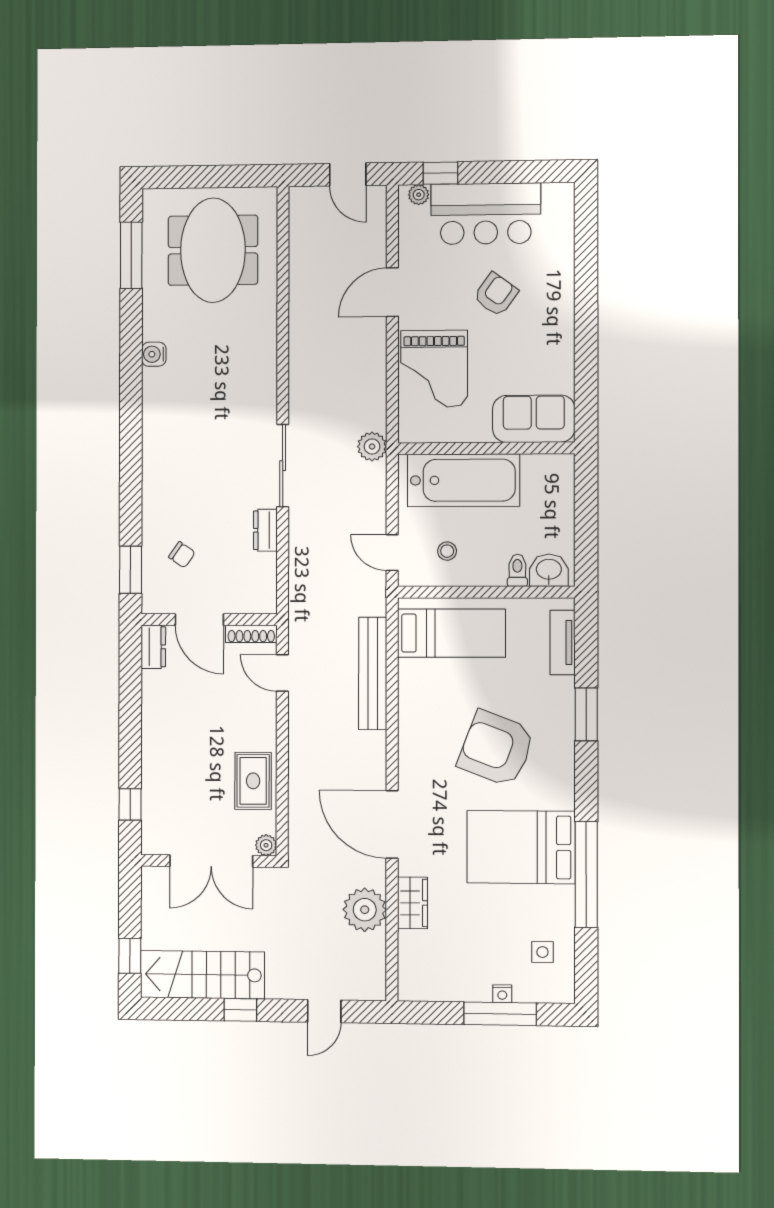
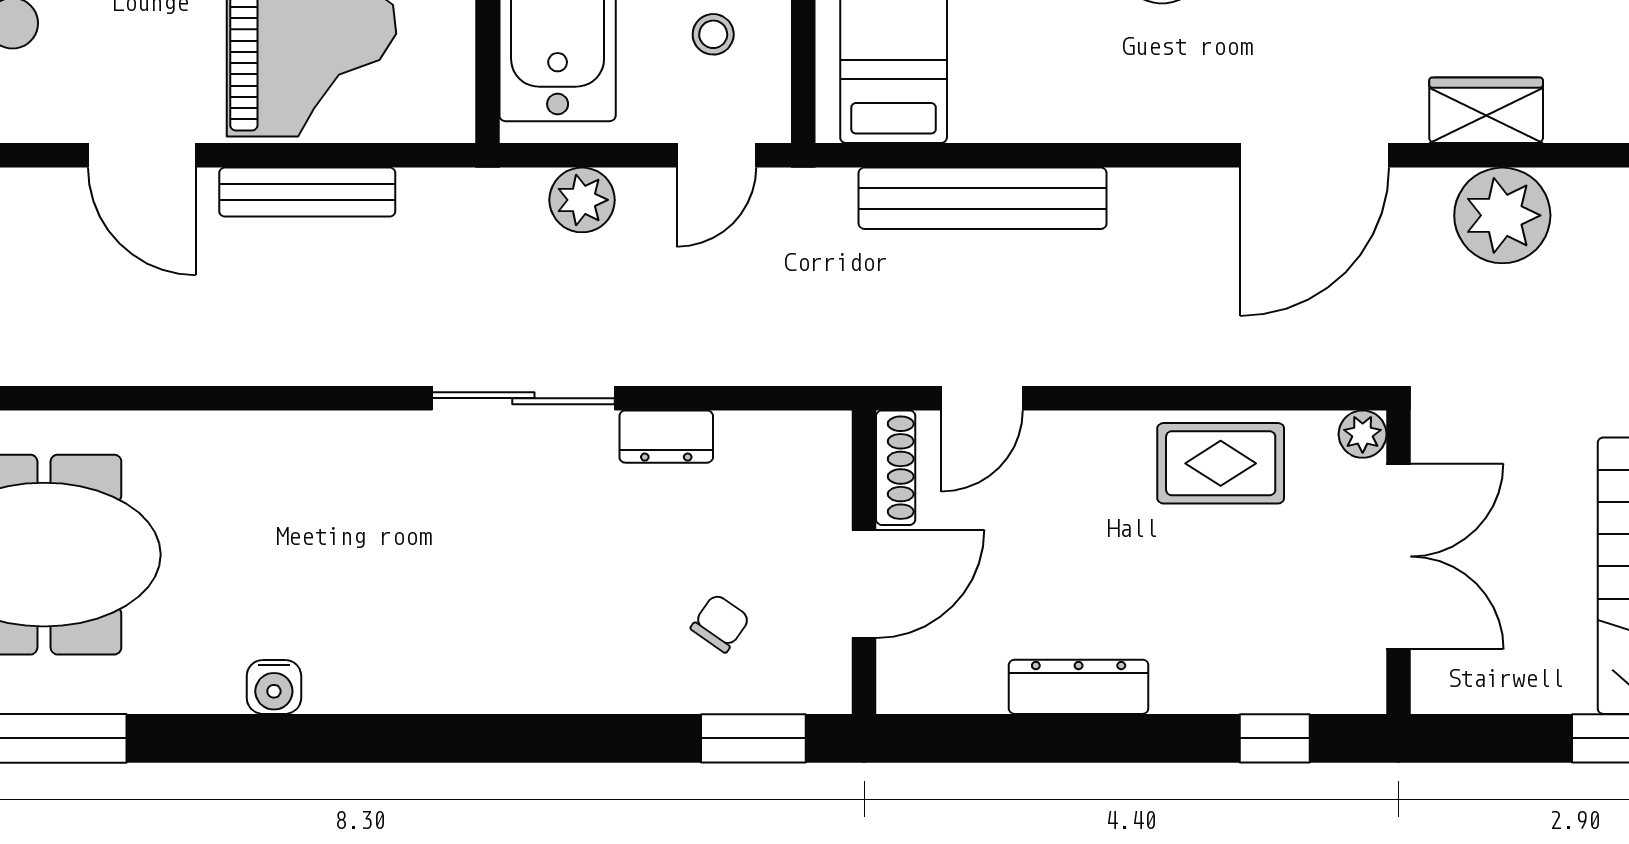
bench: (376, 367) -> (307, 192), added
plant: (372, 446) -> (582, 200), moved
dresser: (153, 647) -> (1079, 687), moved, width x1.44

